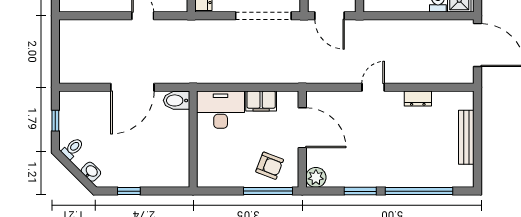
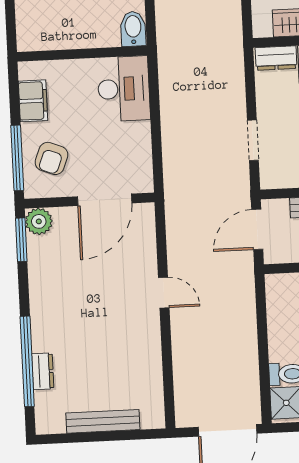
doorway: (263, 16) -> (253, 140), width x0.53
dresser: (418, 98) -> (43, 371), moved, turned 180
filing cabinet: (261, 101) -> (33, 101), moved, turned 180
window: (360, 191) -> (21, 240), moved

